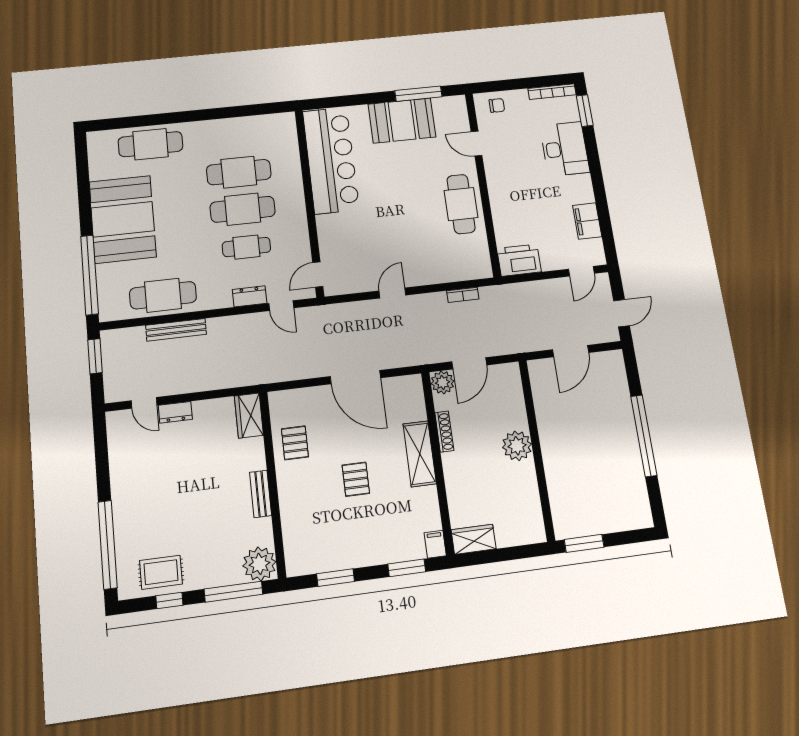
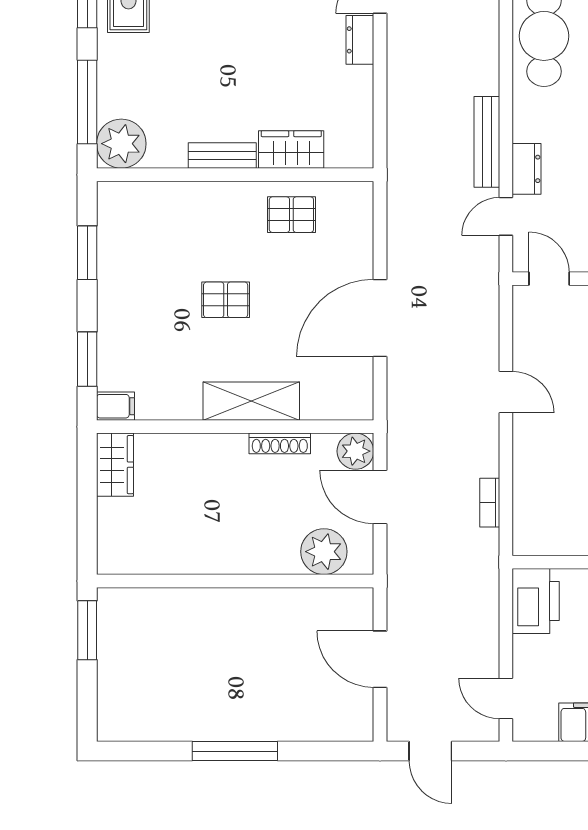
bench: (176, 330) -> (487, 142), moved
wardrobe: (249, 416) -> (291, 150), moved
window: (644, 436) -> (235, 751), width x0.68
plant: (517, 446) -> (324, 552), moved

